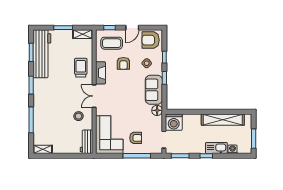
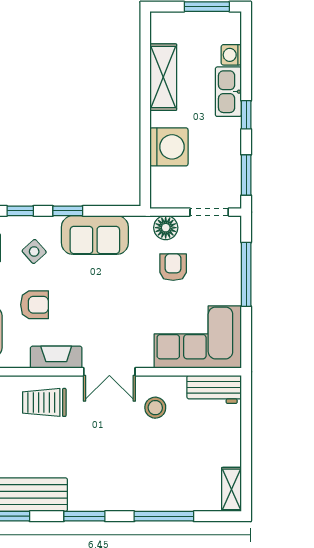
floor lamp: (157, 110) -> (166, 228), moved
shelving: (223, 120) -> (163, 77), width x0.68
washing machine: (174, 122) -> (169, 147), moved
armchair: (136, 138) -> (173, 267), moved

